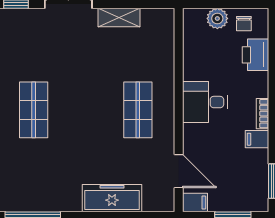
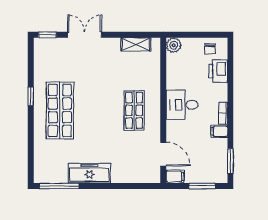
shelving: (119, 17) -> (136, 44), moved
plant: (217, 18) -> (174, 45), moved
shop shelf: (34, 110) -> (60, 110), width x1.43, depth x1.36
freezer: (112, 198) -> (89, 173), moved

